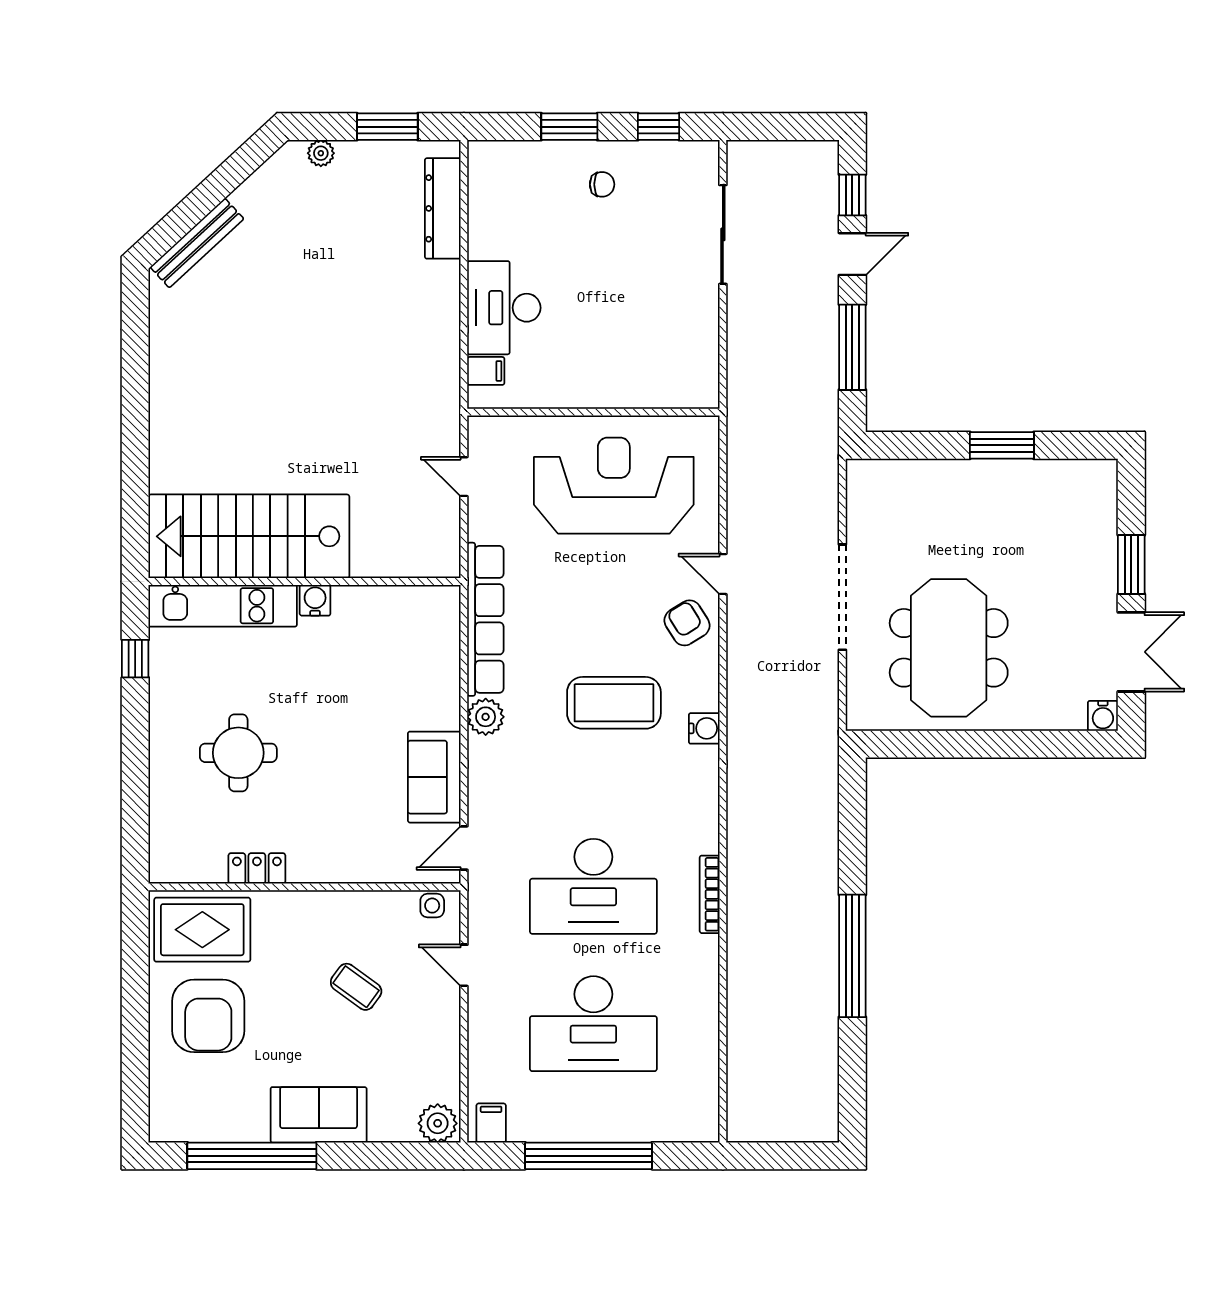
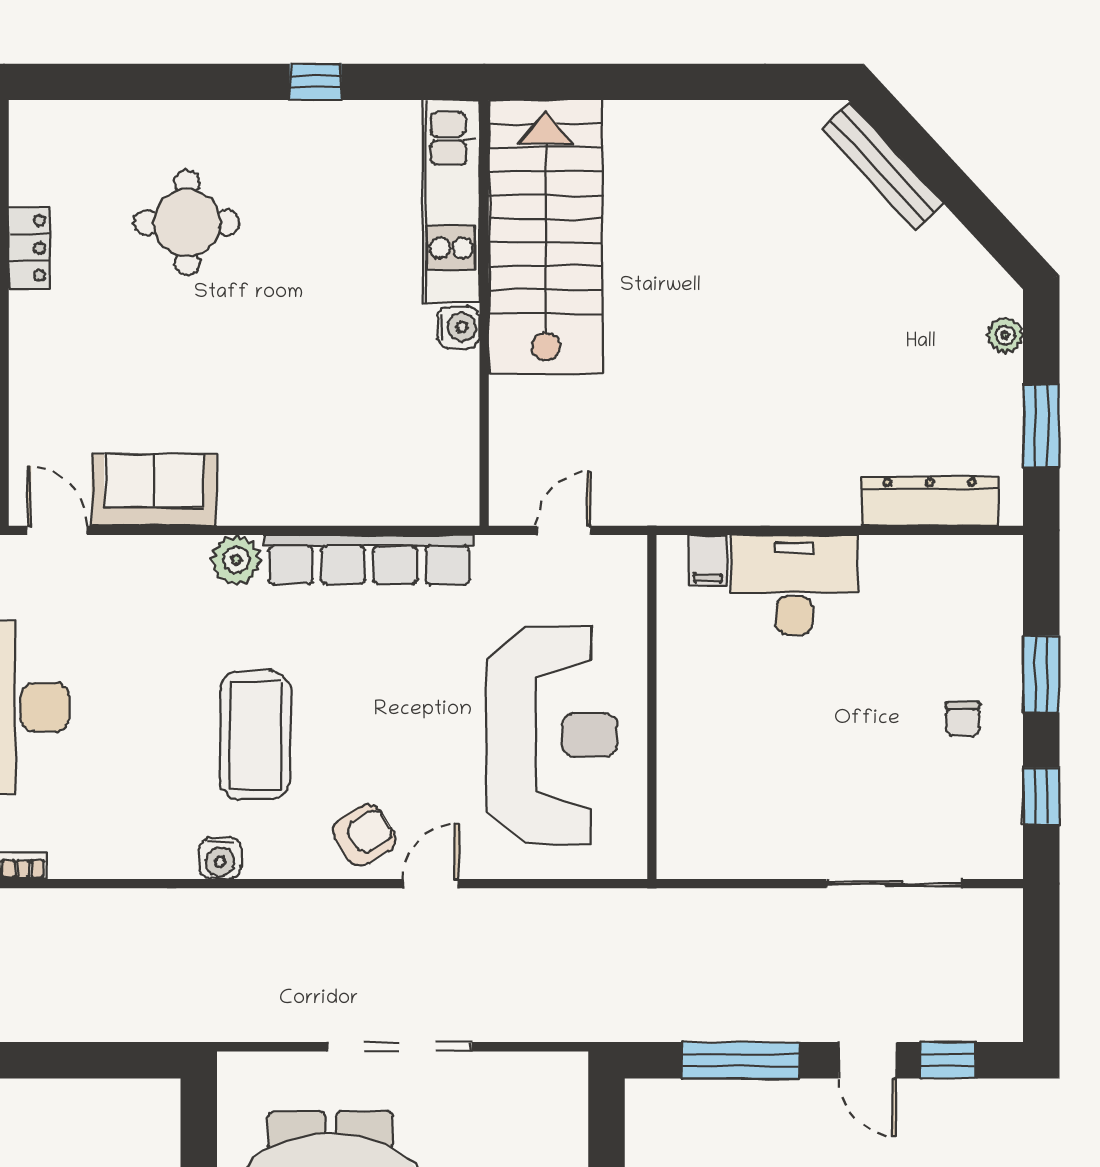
stairs: (249, 536) -> (546, 237), moved
wall: (305, 581) -> (484, 313), moved
water cooler: (315, 600) -> (459, 327), moved
kitchen unit: (223, 606) -> (451, 201), moved

